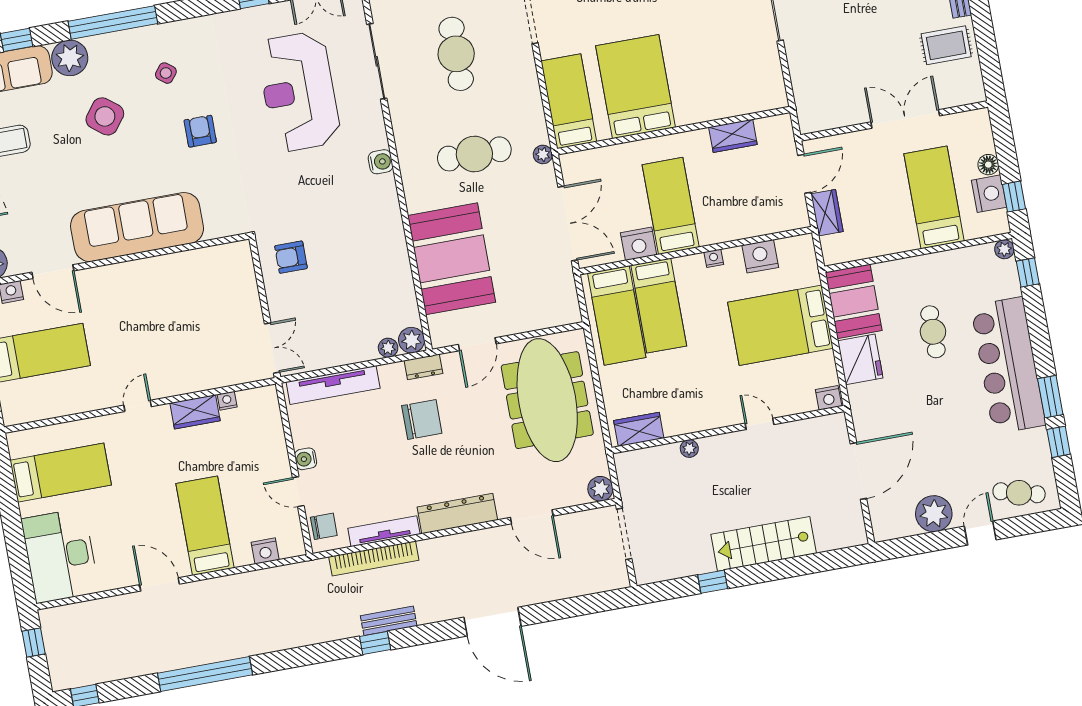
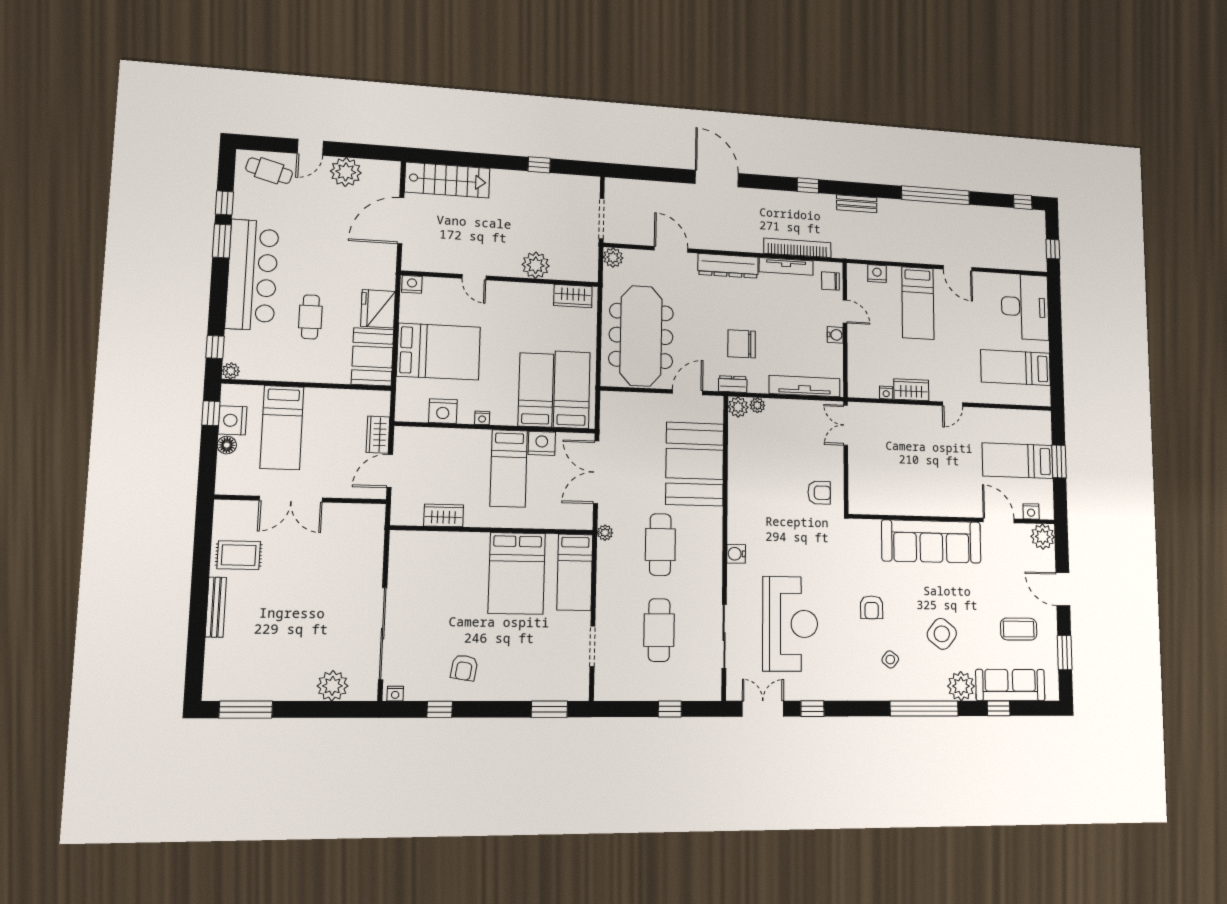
cafe table: (474, 154) -> (660, 545), turned 90
plant: (689, 449) -> (536, 265), width x1.88, depth x1.88
stairs: (764, 544) -> (447, 180), moved
bench: (389, 621) -> (857, 204), moved

